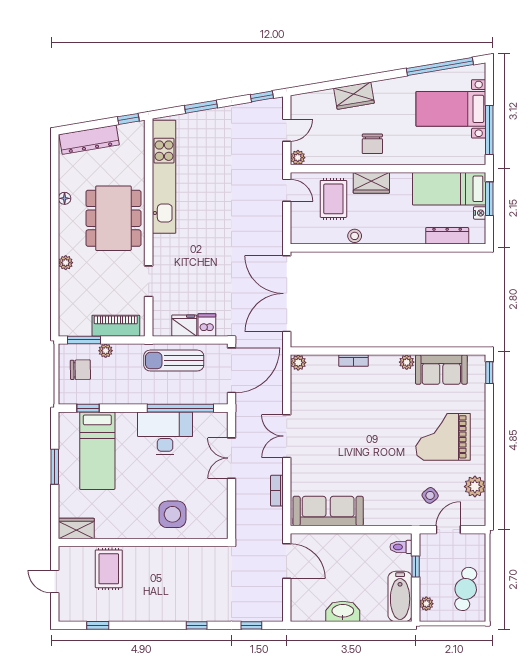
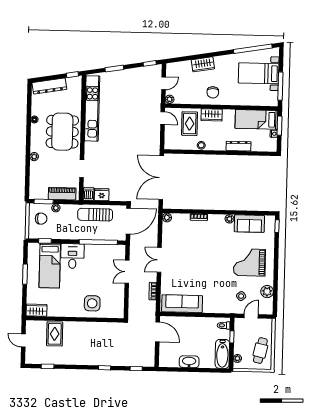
dresser: (447, 236) -> (238, 146), moved
dishwasher: (207, 325) -> (89, 194), moved
desk: (165, 433) -> (72, 256), moved, width x0.73

